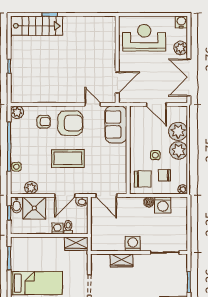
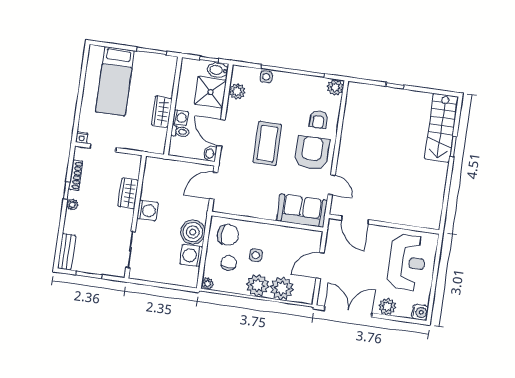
door: (93, 104) -> (332, 185), hinge flipped
armchair: (70, 123) -> (312, 153), turned 180
chair: (143, 179) -> (228, 235), turned -90
boiler: (149, 202) -> (193, 232), width x1.86, depth x1.86
wardrobe: (76, 244) -> (162, 112), moved

